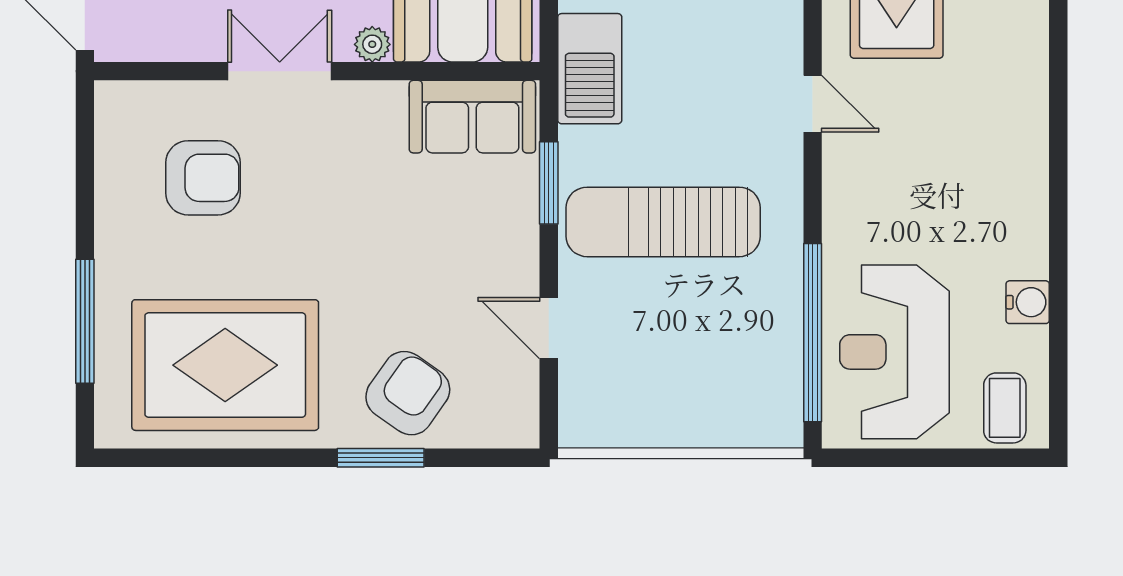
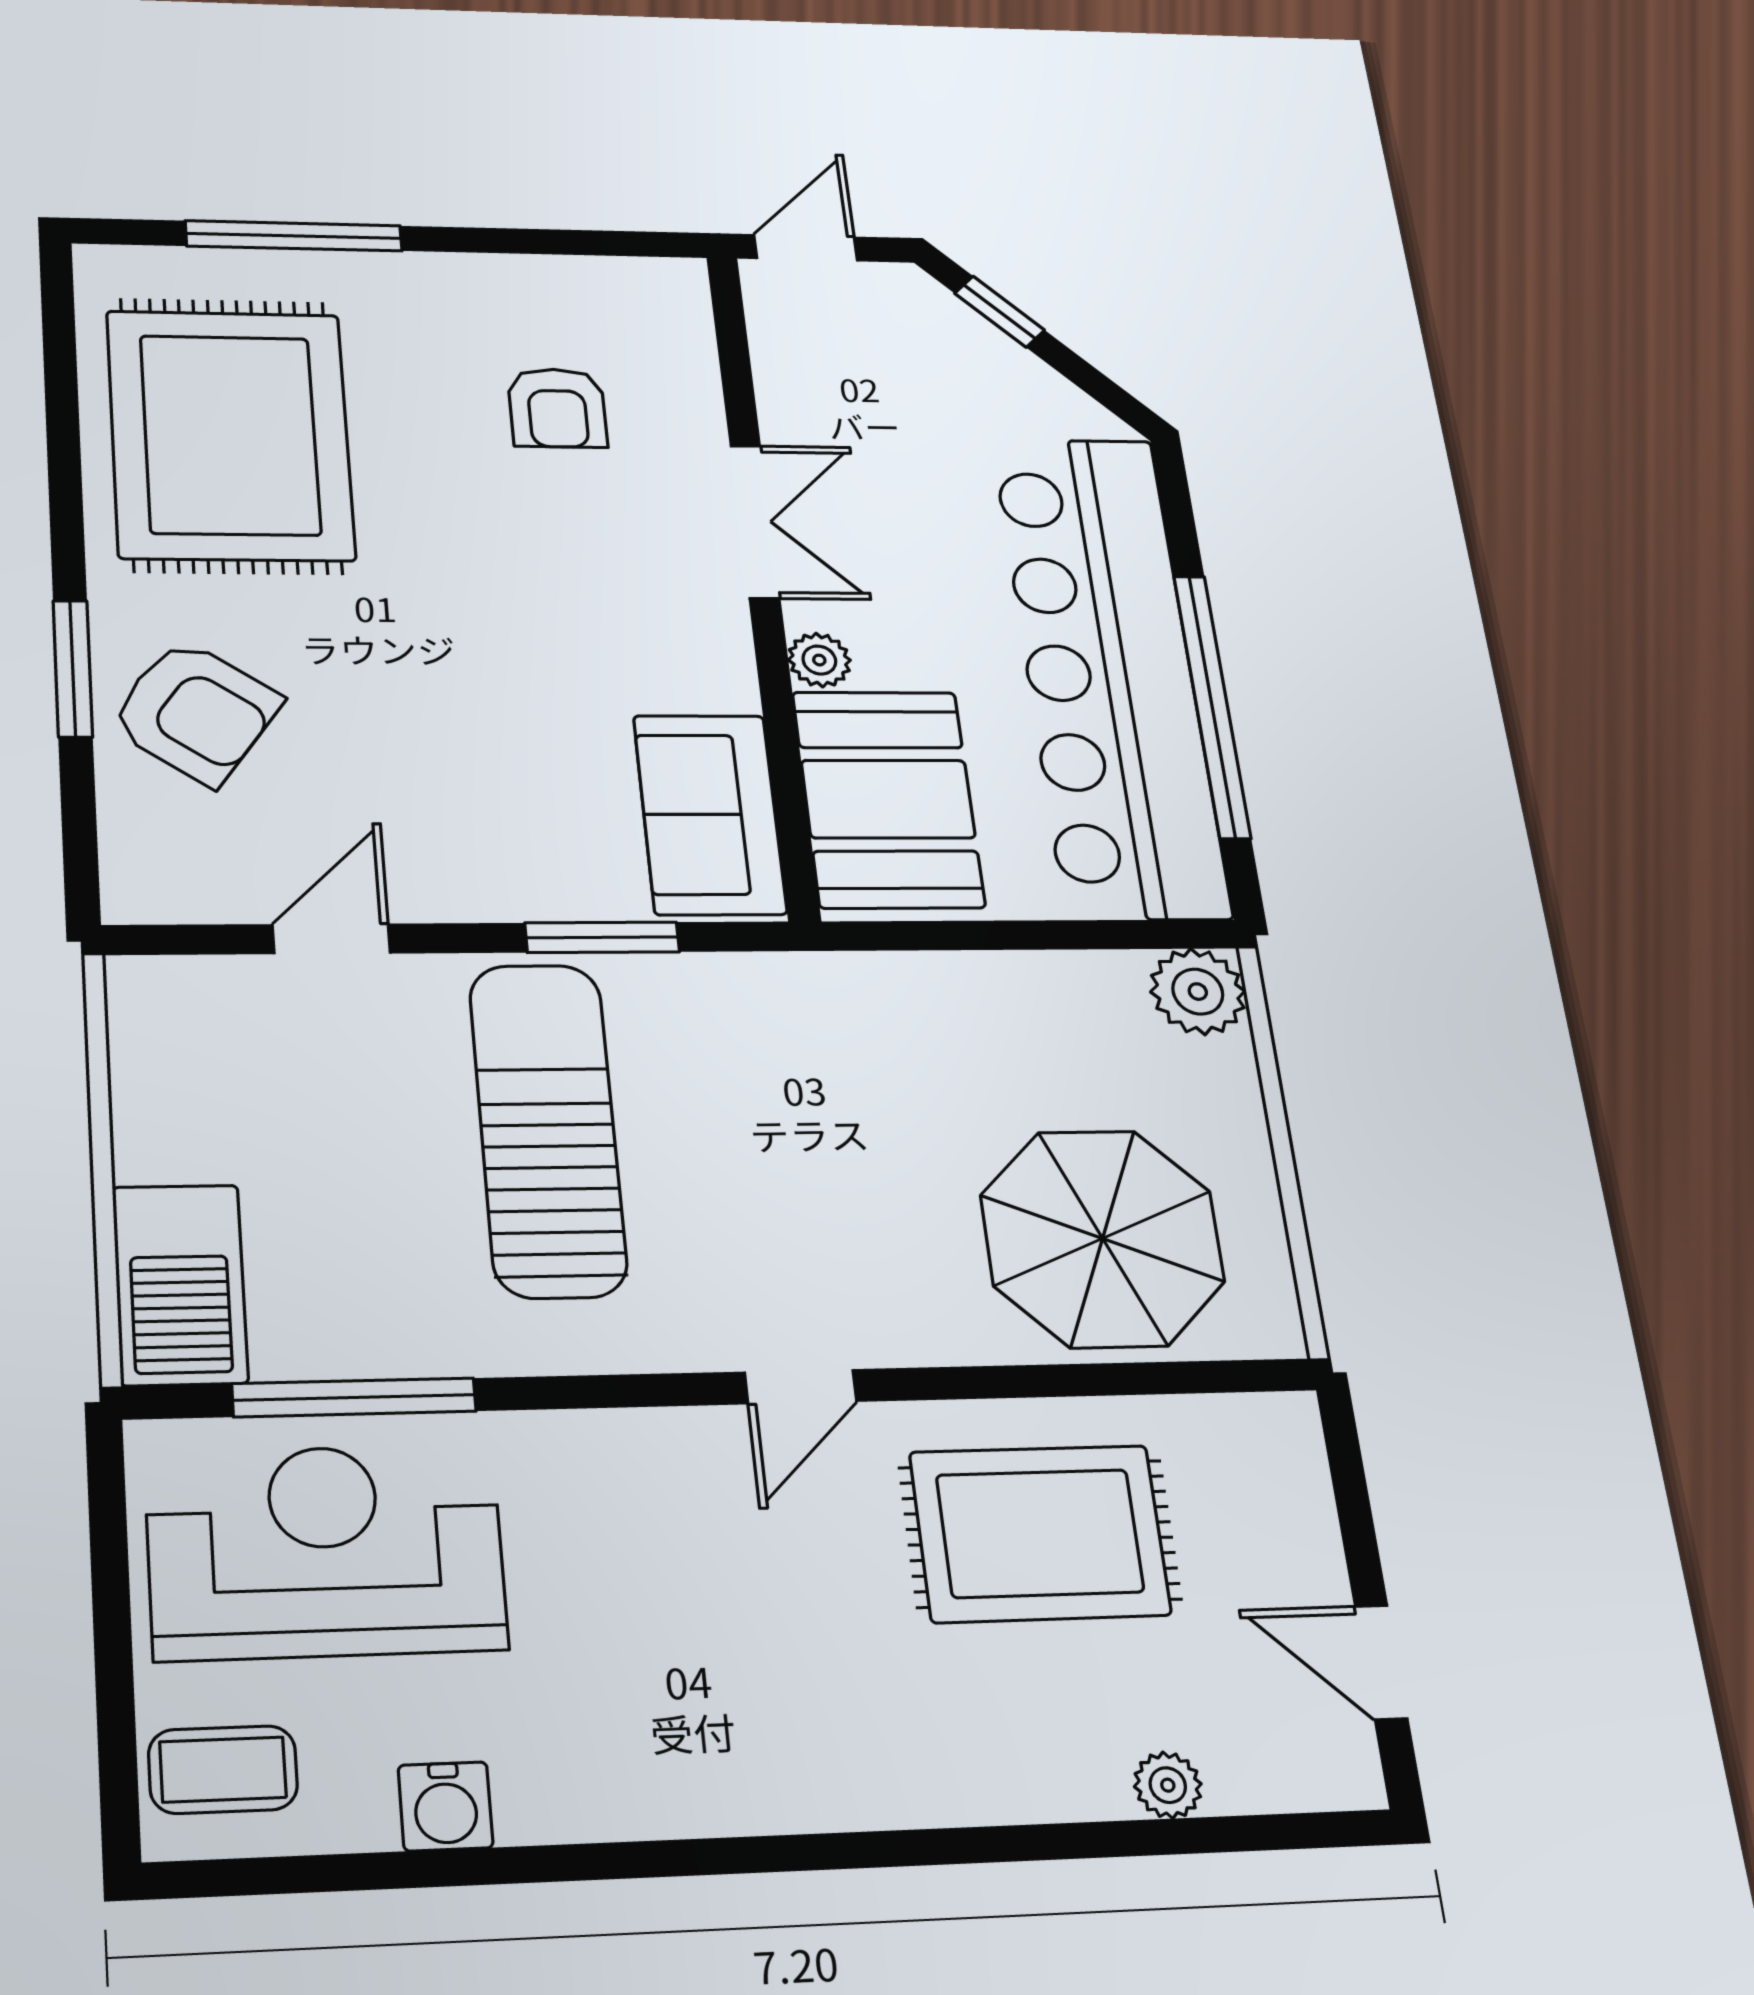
barbecue: (590, 69) -> (180, 1285), moved, turned -90
armchair: (203, 178) -> (557, 408), width x0.72, depth x0.72
window: (813, 333) -> (354, 1398), width x0.68

